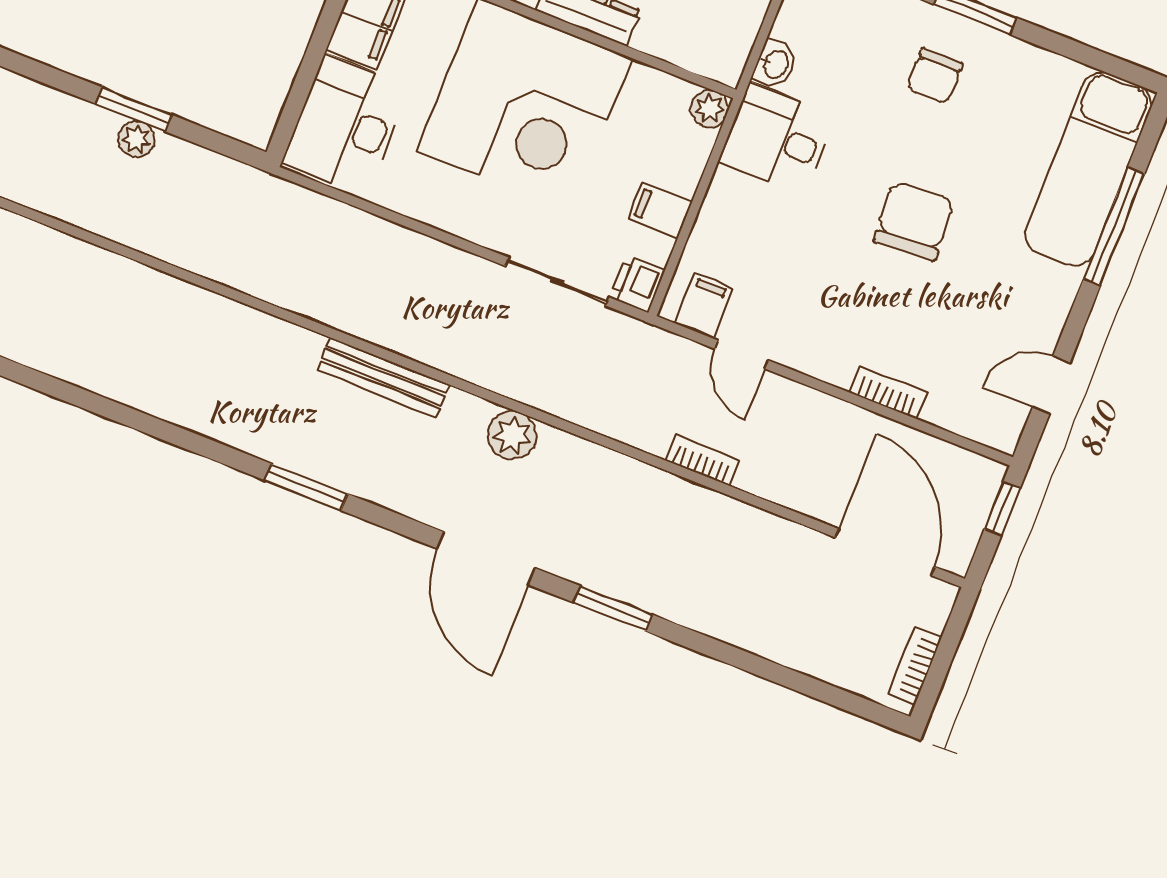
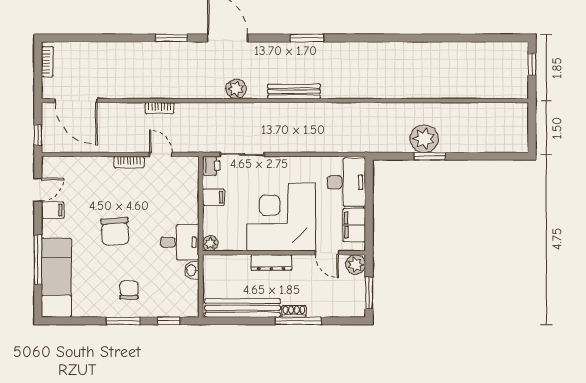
plant: (137, 139) -> (424, 139), width x1.88, depth x1.88
filing cabinet: (704, 306) -> (53, 210), moved, turned -90
bookcase: (888, 392) -> (129, 162), moved

